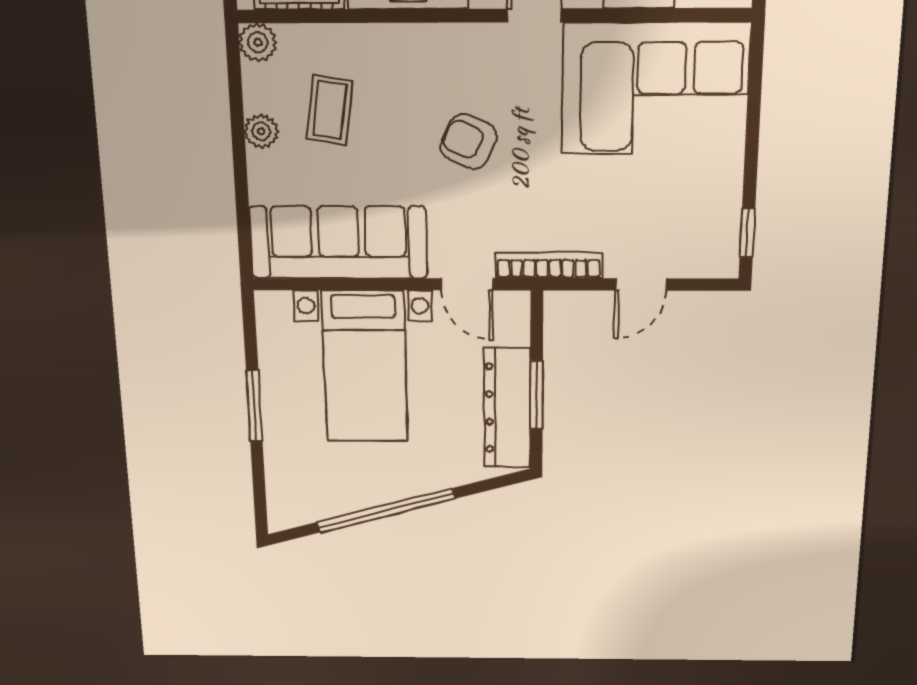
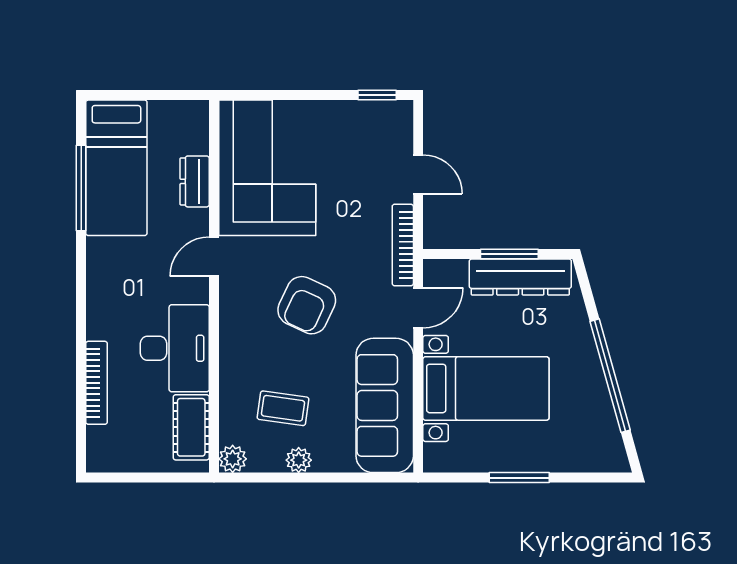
armchair: (469, 142) -> (307, 305), width x1.38, depth x1.38

